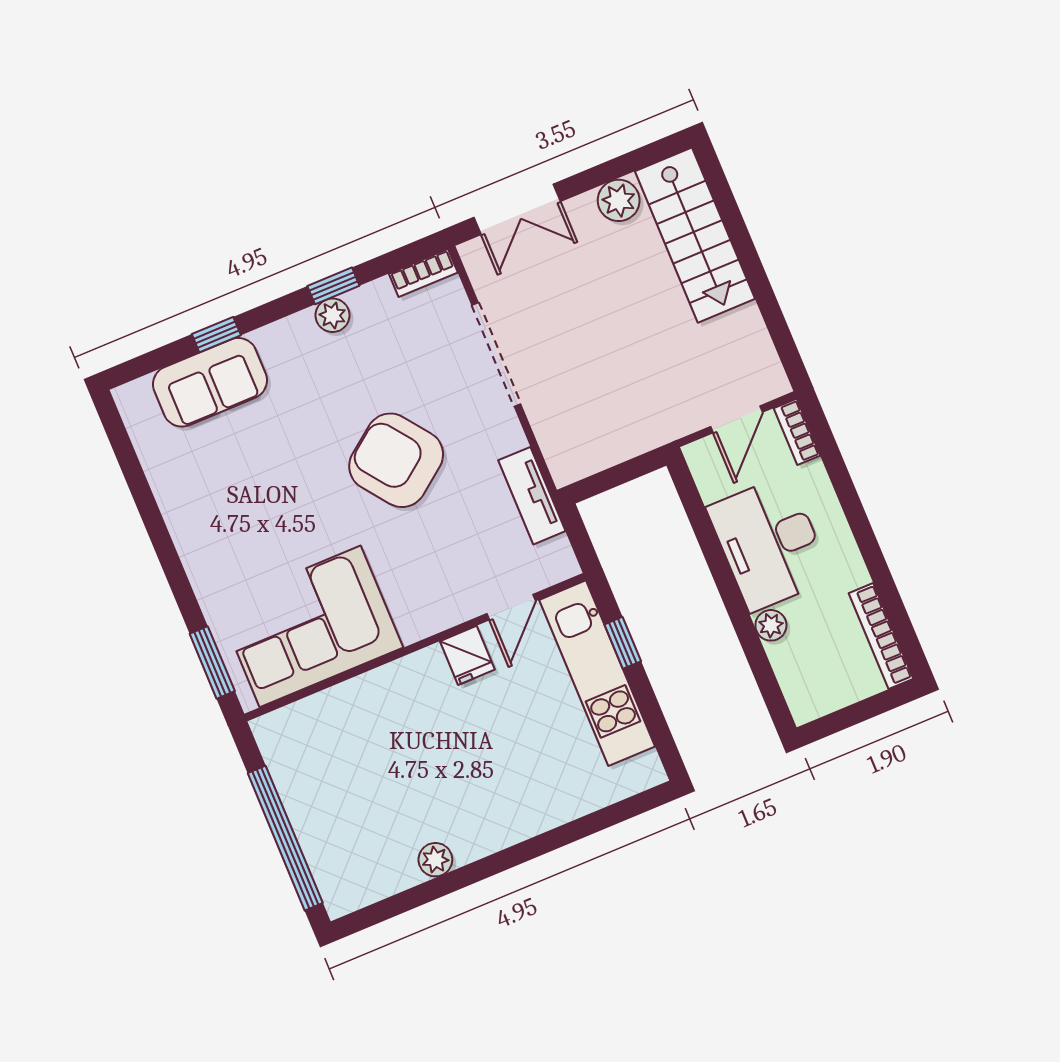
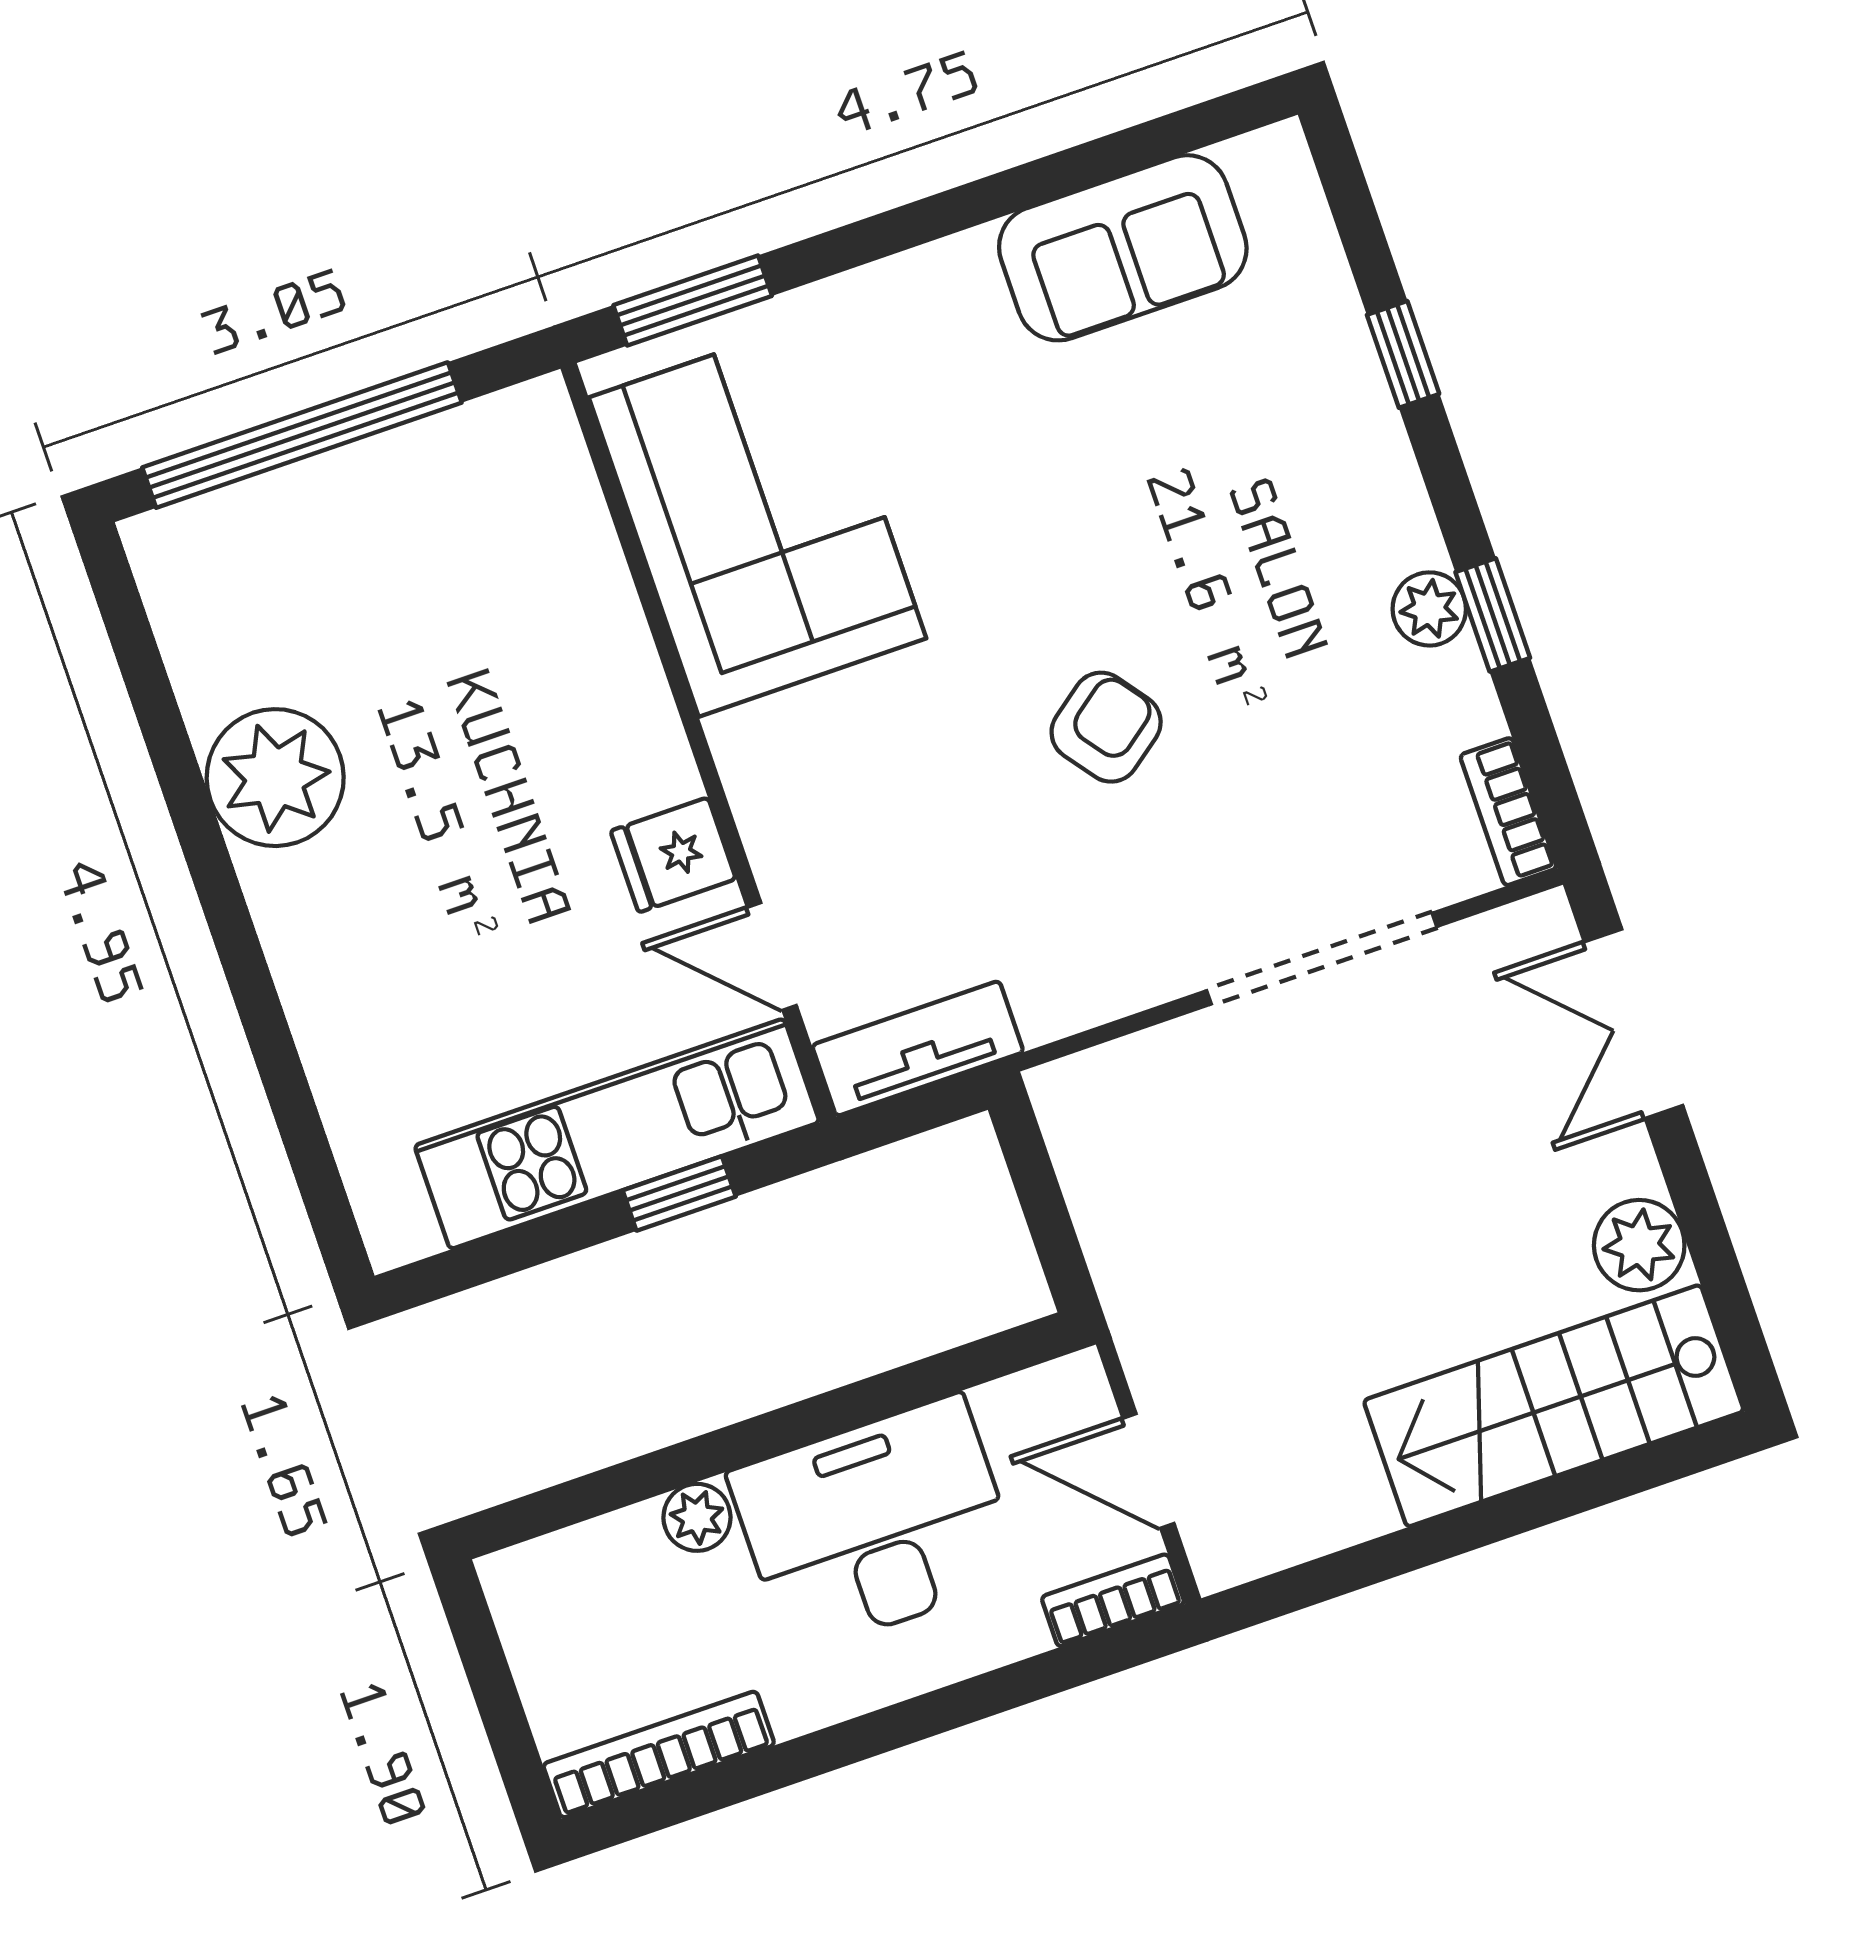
sofa: (210, 382) -> (1123, 248), moved, turned -90
armchair: (396, 460) -> (1106, 727), width x0.53, depth x0.53
tv unit: (532, 496) -> (918, 1049), moved
plant: (435, 860) -> (275, 778), width x1.88, depth x1.88

